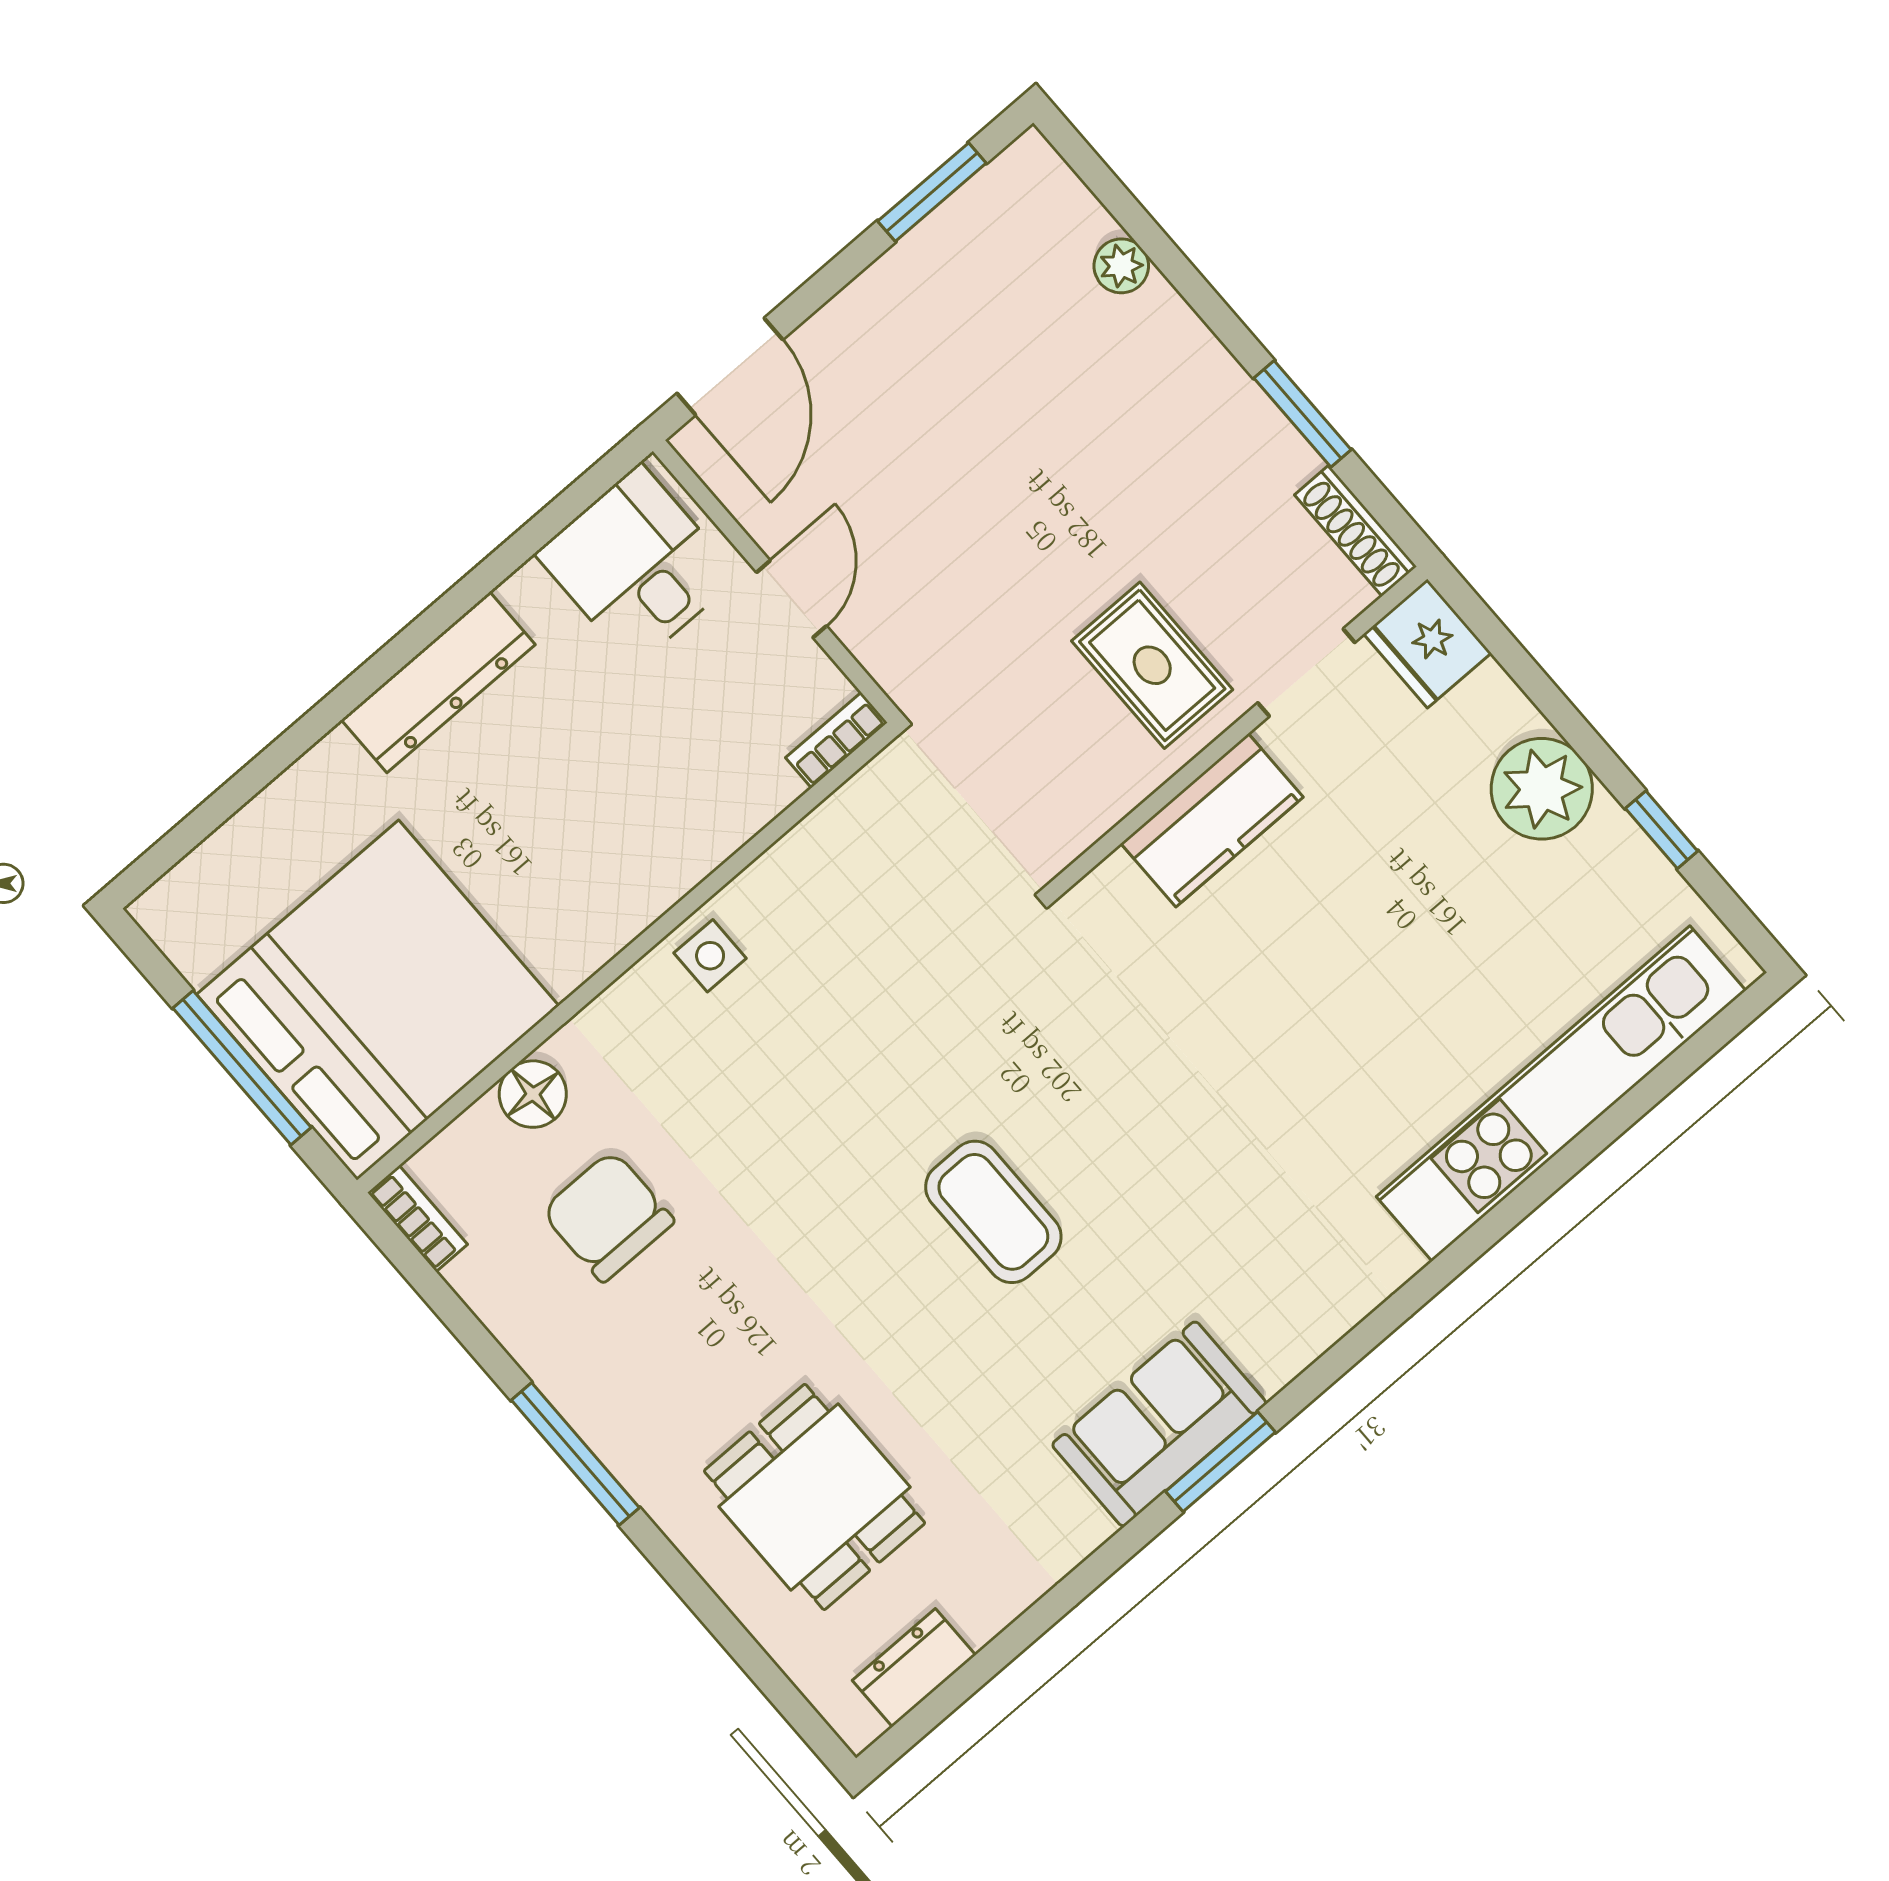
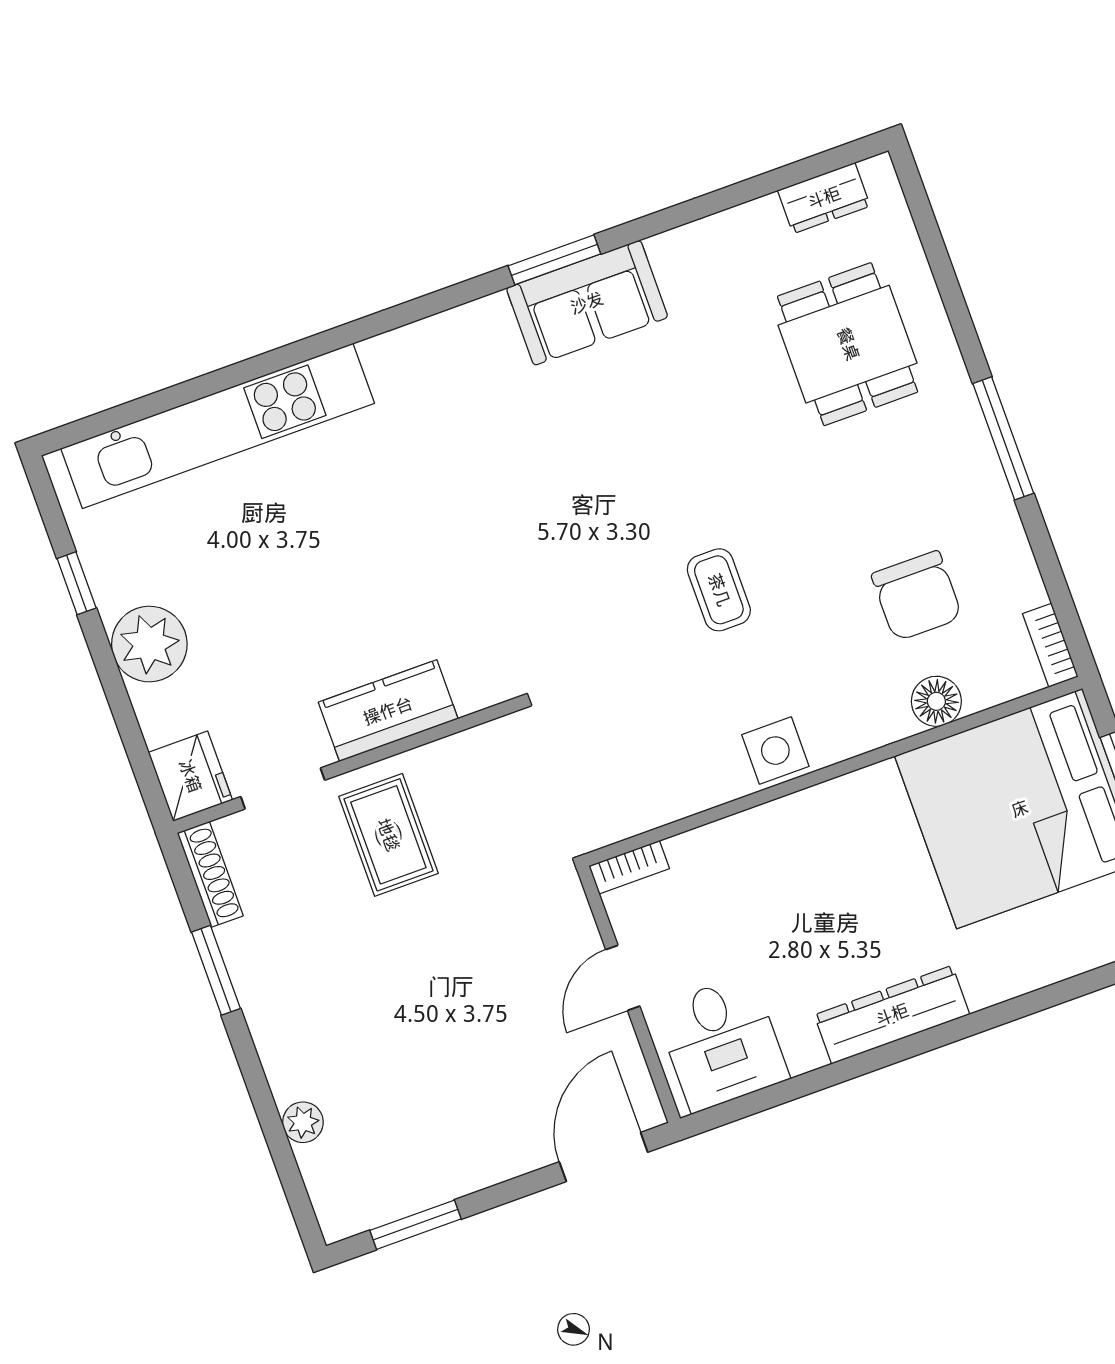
side table: (710, 956) -> (775, 751), width x1.37, depth x1.37
coffee table: (993, 1212) -> (719, 590), moved, width x0.73, depth x0.77

